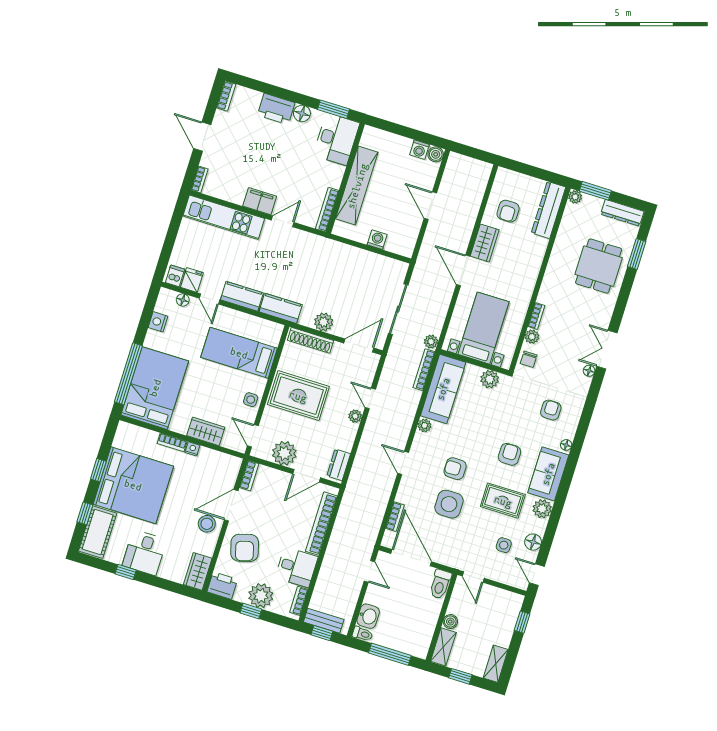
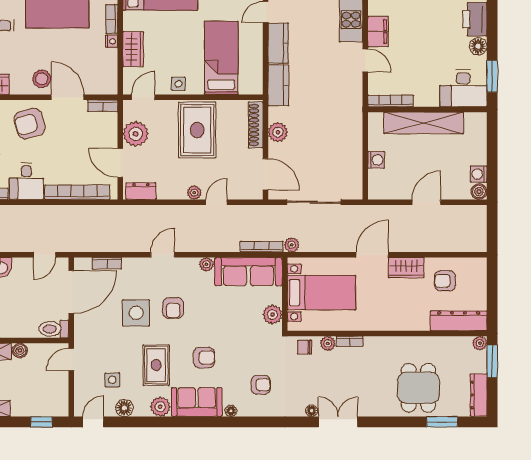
dining table: (599, 266) -> (418, 388), turned 90
armchair: (455, 469) -> (173, 308), turned 180

